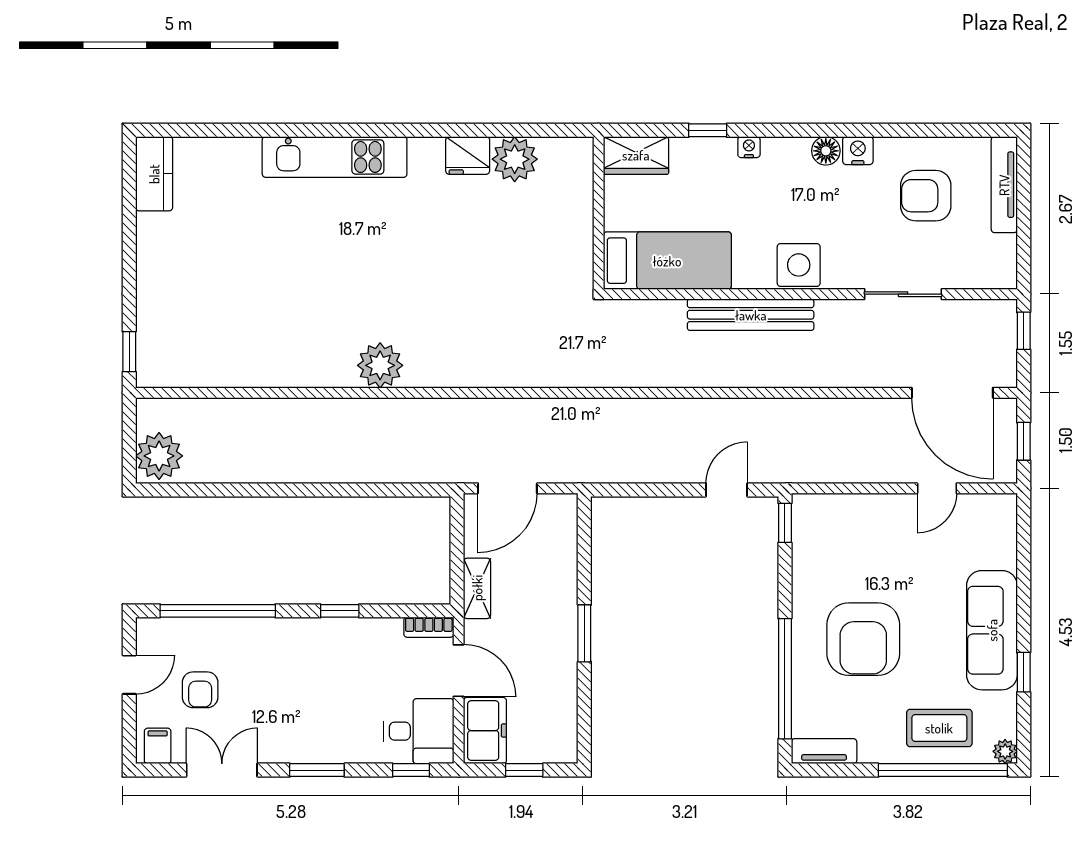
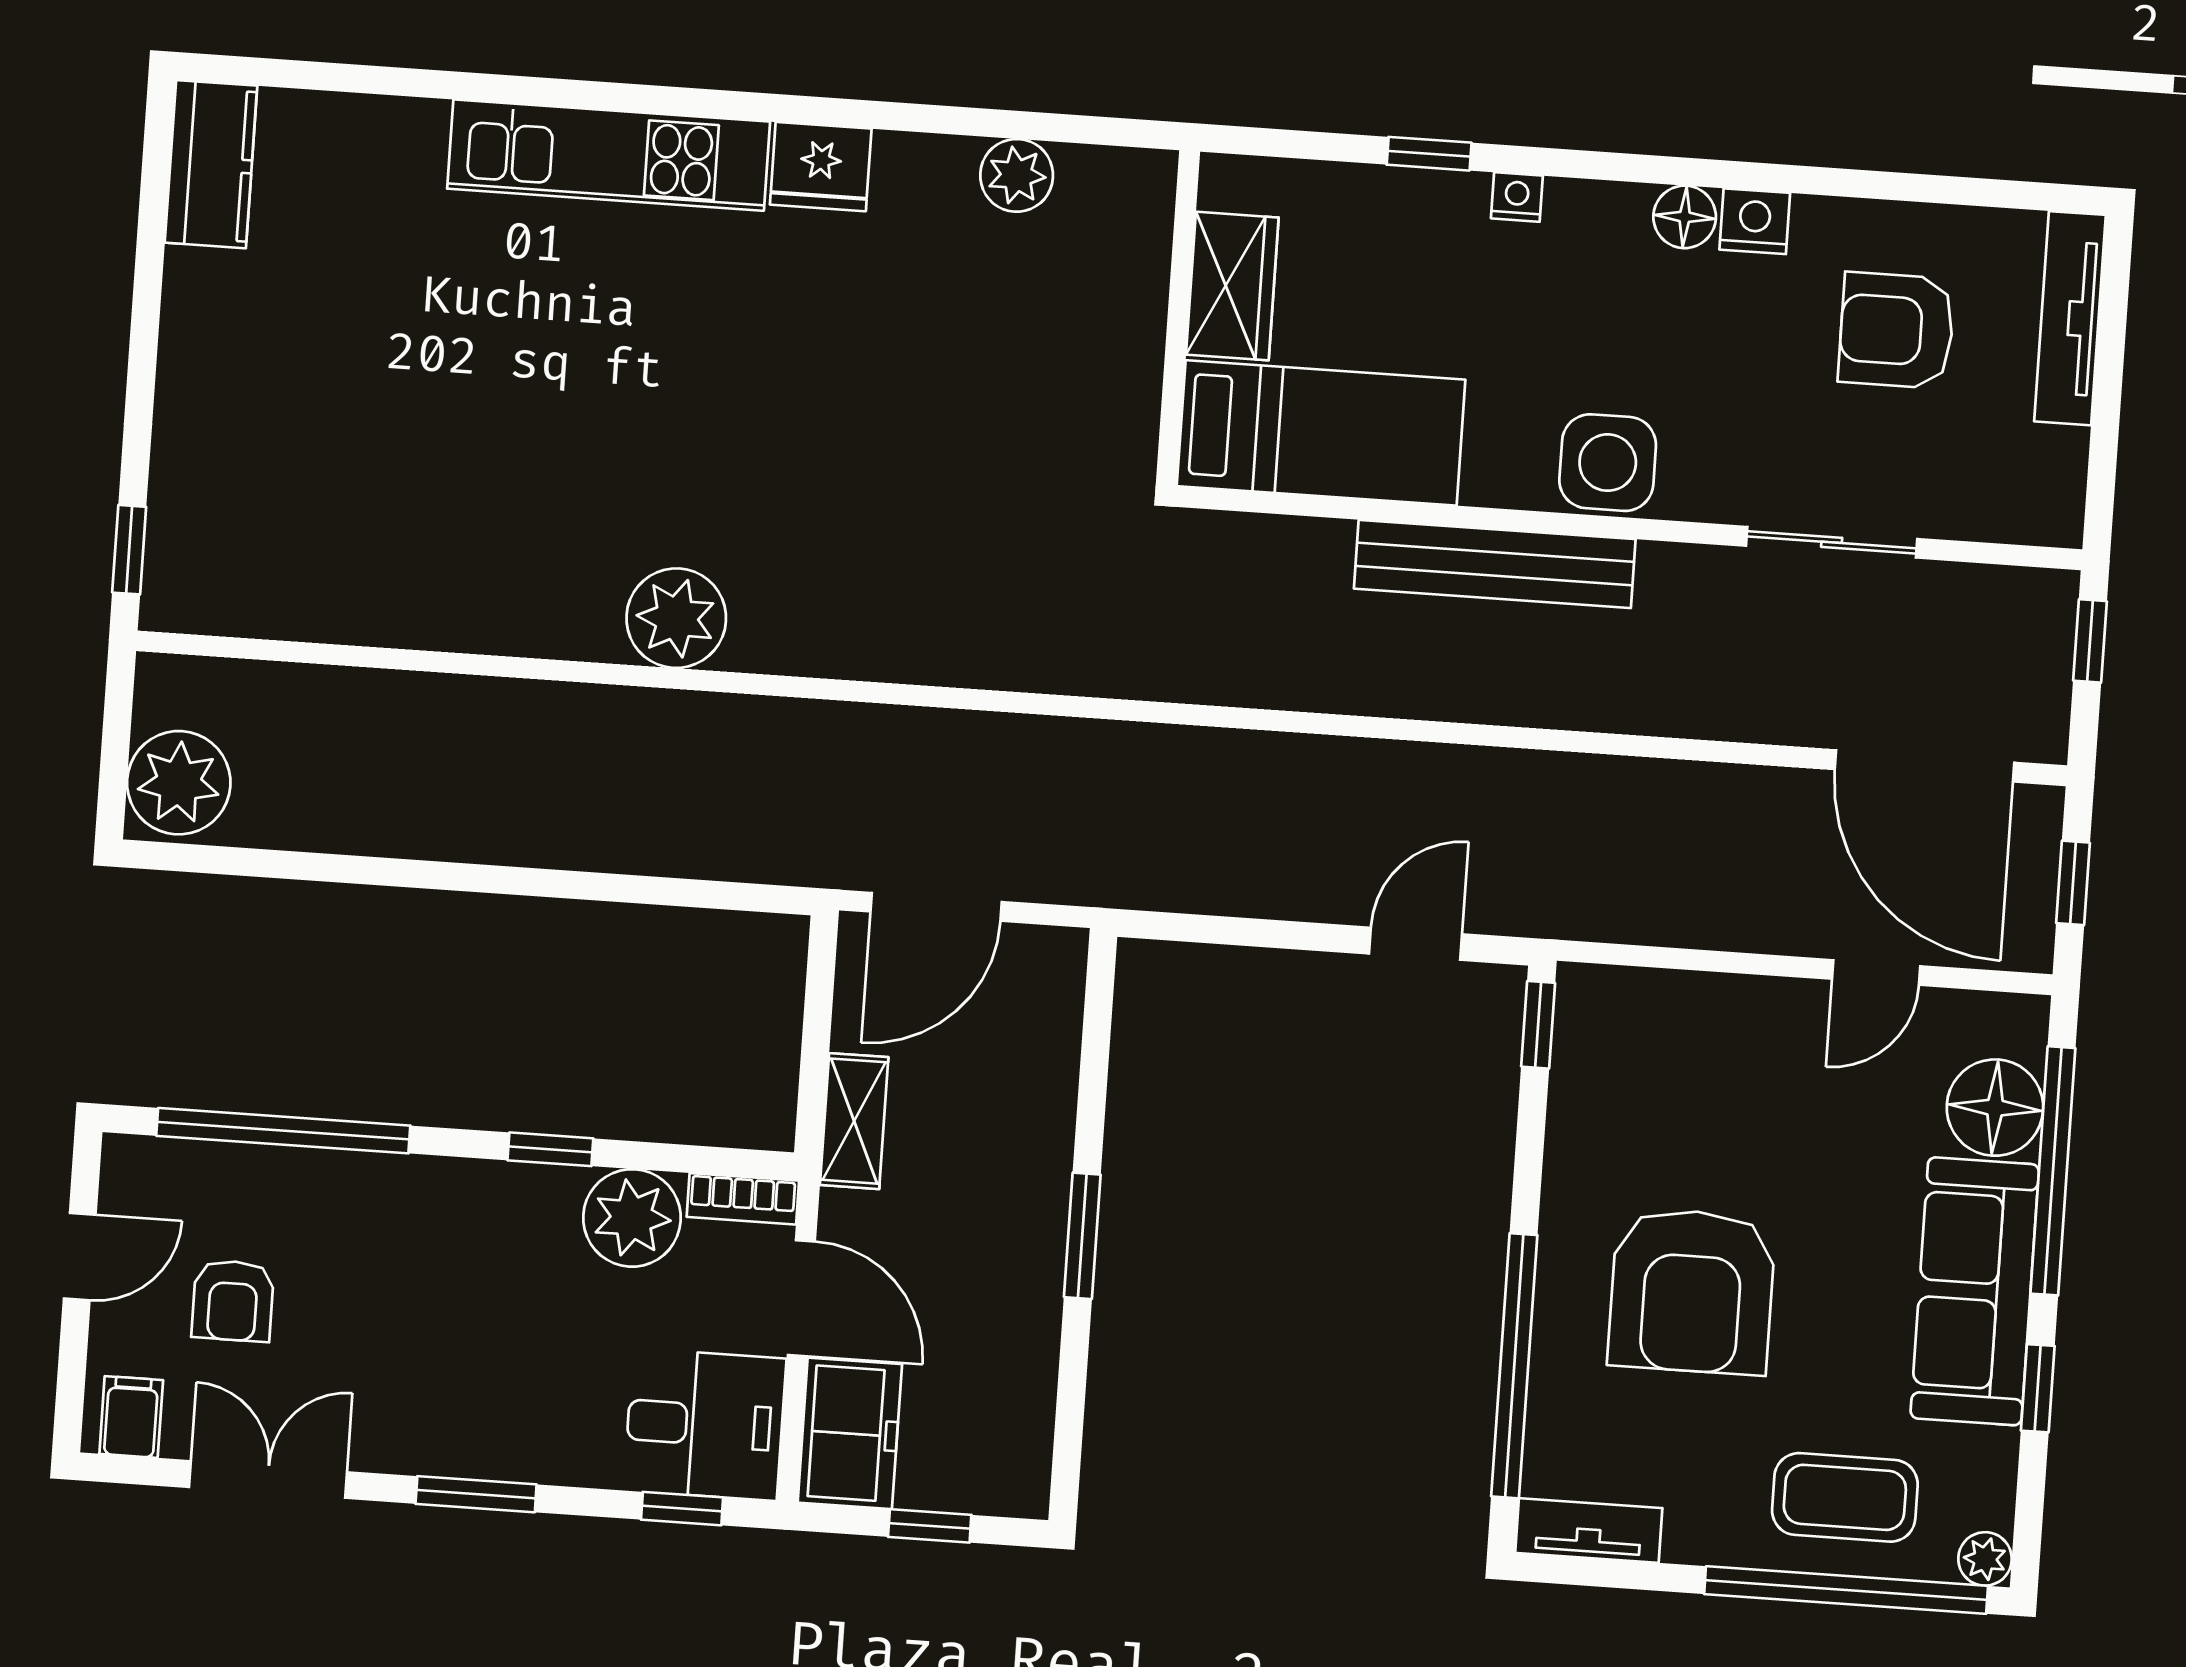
fridge: (468, 155) -> (821, 167), moved
wardrobe: (636, 155) -> (1232, 286), moved, turned -90
plant: (515, 159) -> (1017, 175), width x0.73, depth x0.73
floor lamp: (995, 546) -> (1995, 1108), added
window: (1024, 573) -> (2053, 1171), added
plant: (379, 639) -> (632, 1218), added

